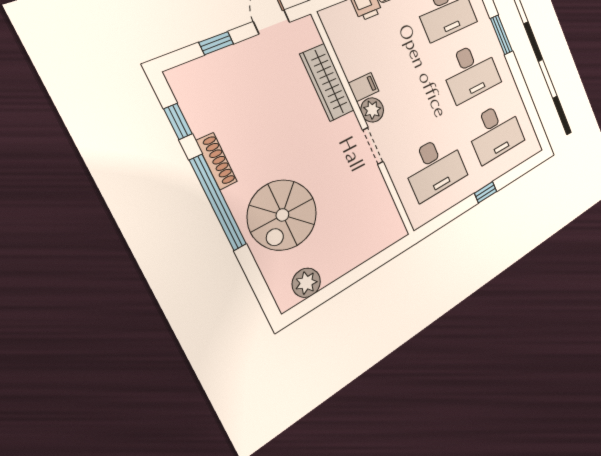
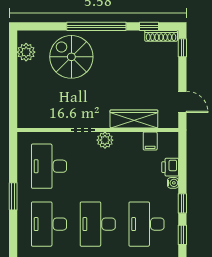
window: (216, 43) -> (182, 48), moved
filing cabinet: (364, 87) -> (150, 141), moved
shoe rack: (217, 161) -> (161, 36), moved
window: (486, 192) -> (13, 196), width x1.50

